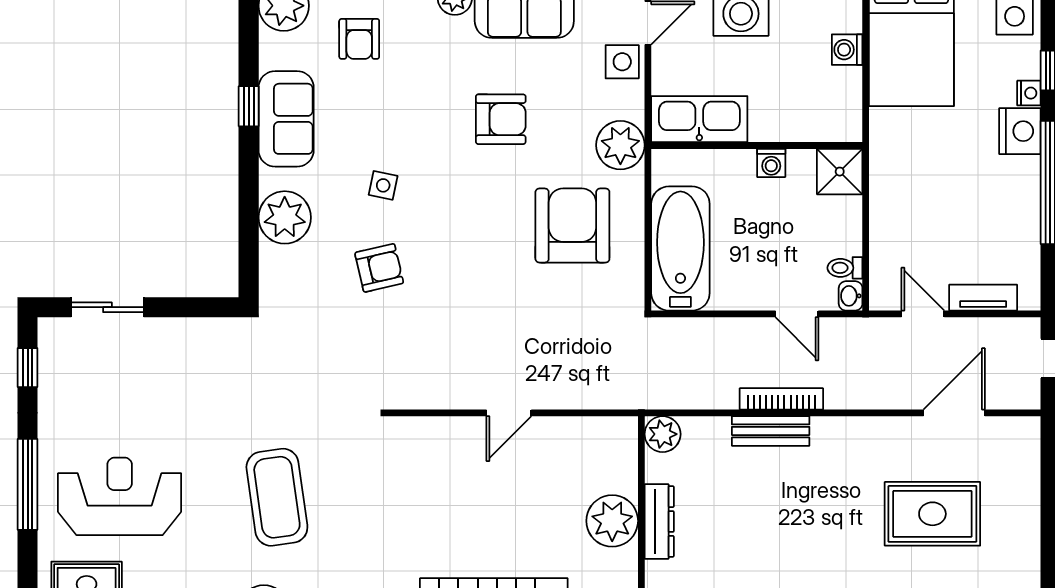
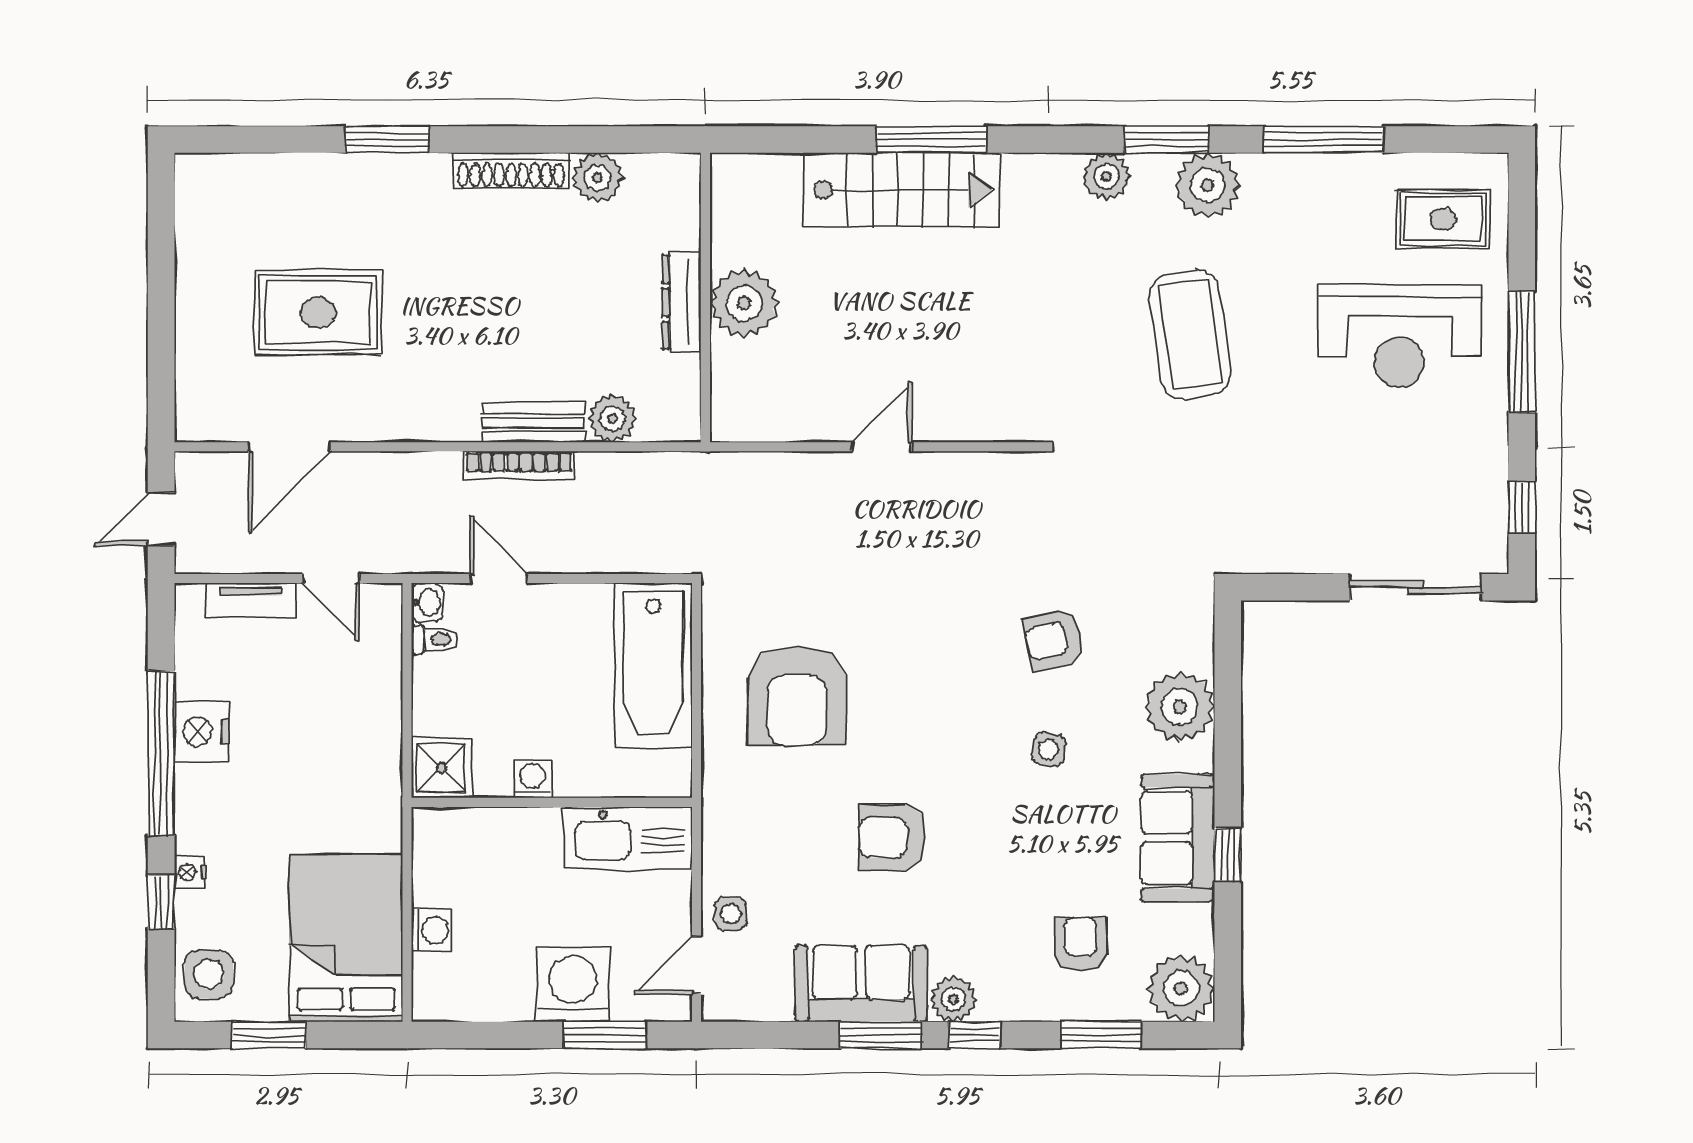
side table: (622, 62) -> (731, 914), width x0.73, depth x0.73
nightstand: (1020, 131) -> (202, 731), moved
plant: (620, 145) -> (733, 803), removed
sliding door: (107, 307) -> (1416, 587), width x1.37
plant: (663, 434) -> (612, 419), moved

